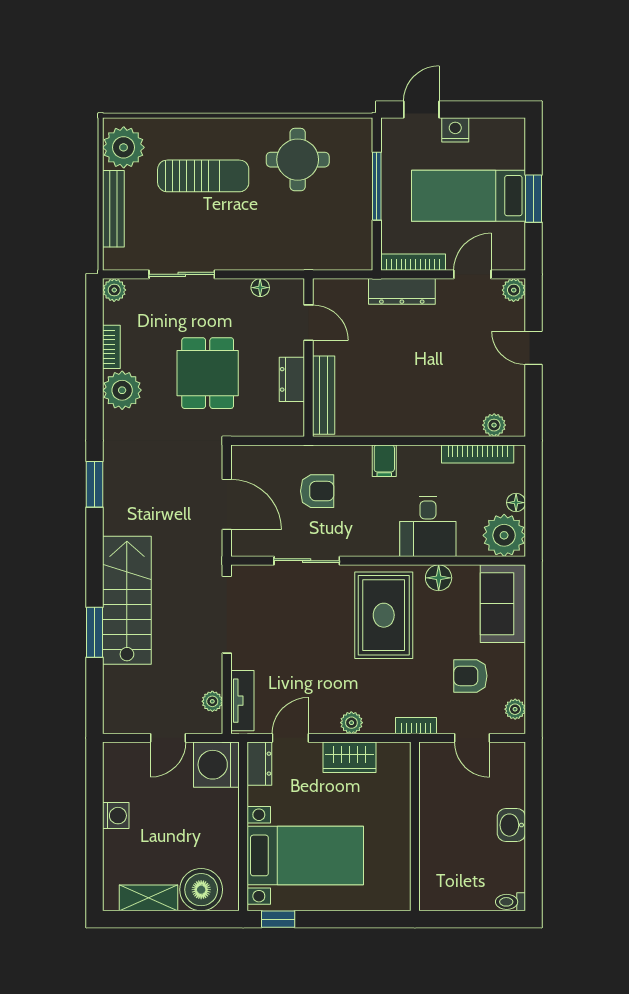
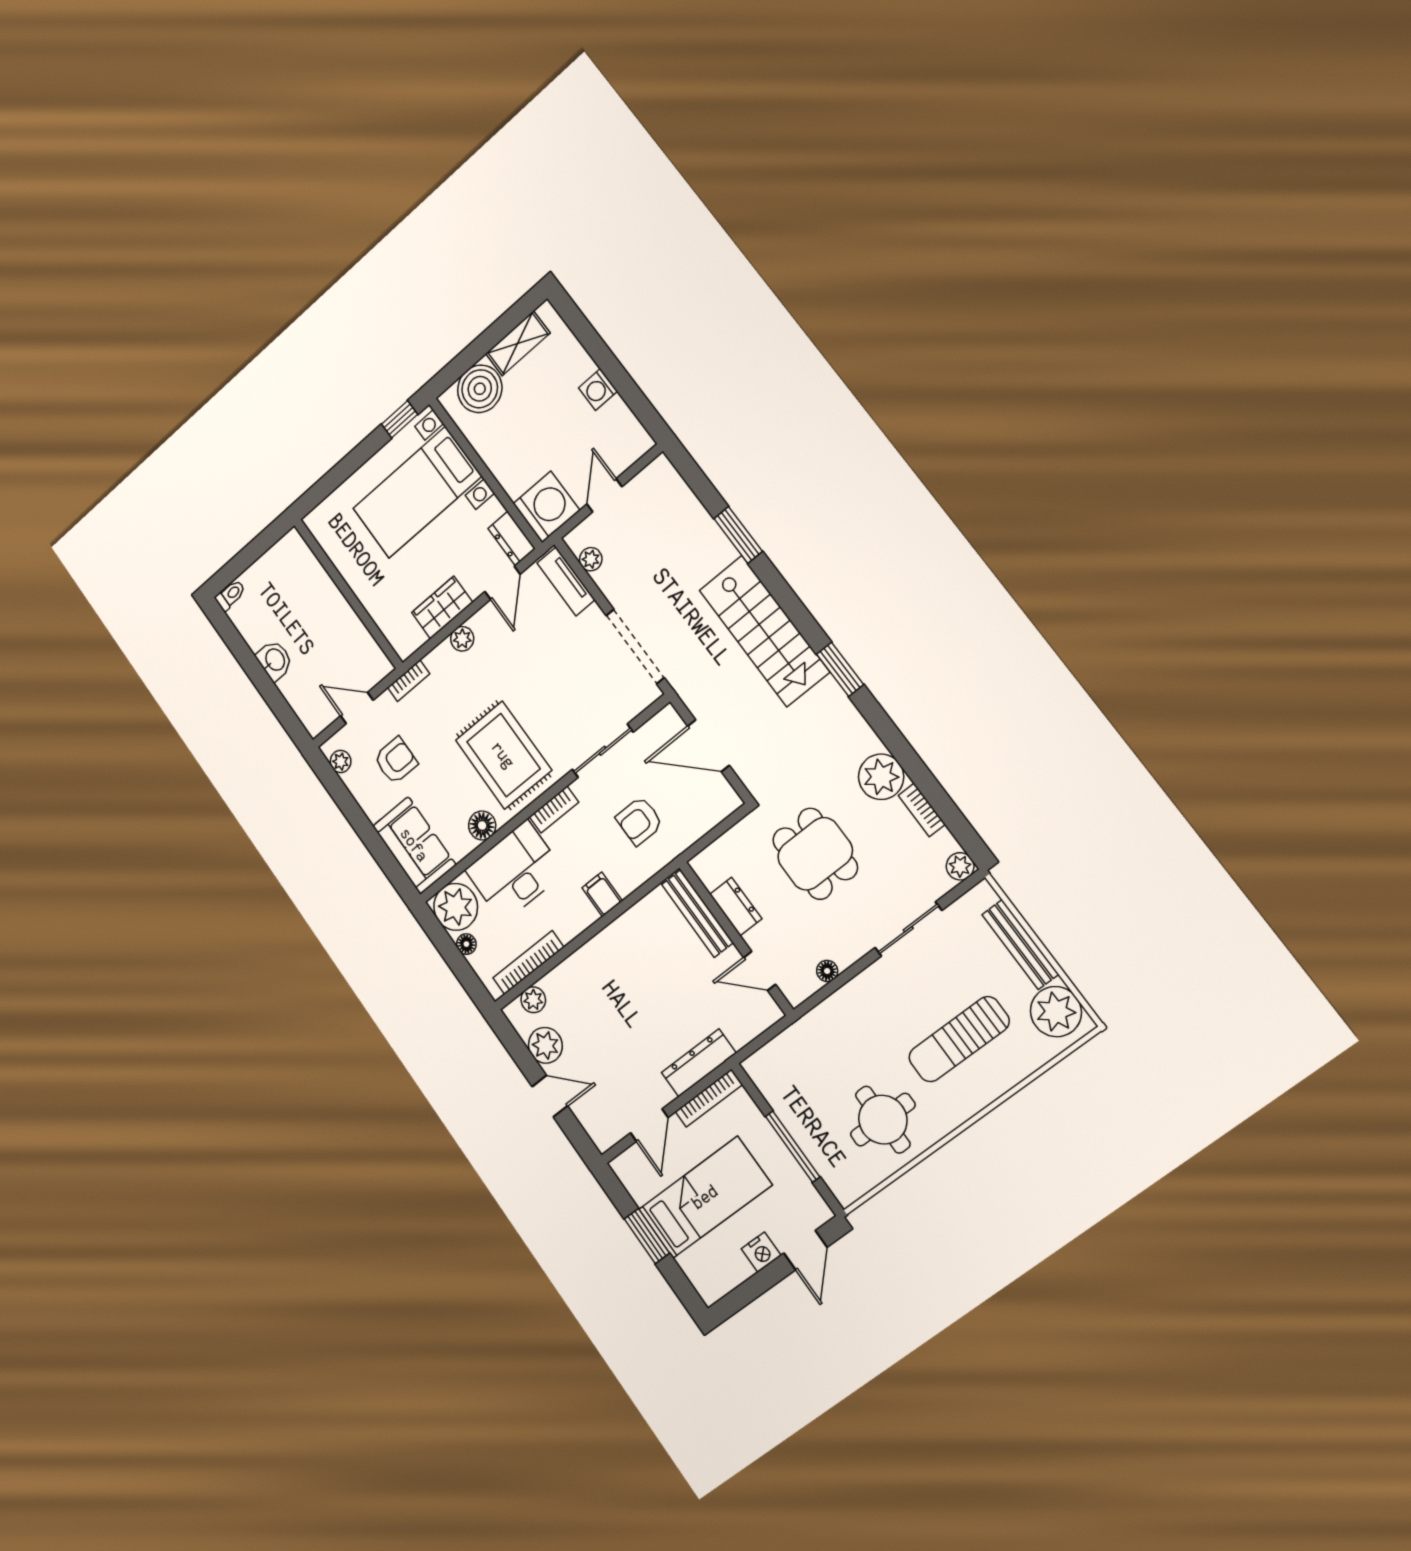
plant: (514, 290) -> (545, 1045), moved, width x1.38, depth x1.38
desk: (428, 526) -> (515, 871), width x1.37
bookcase: (375, 547) -> (554, 809), added
stairs: (127, 600) -> (764, 631), moved

